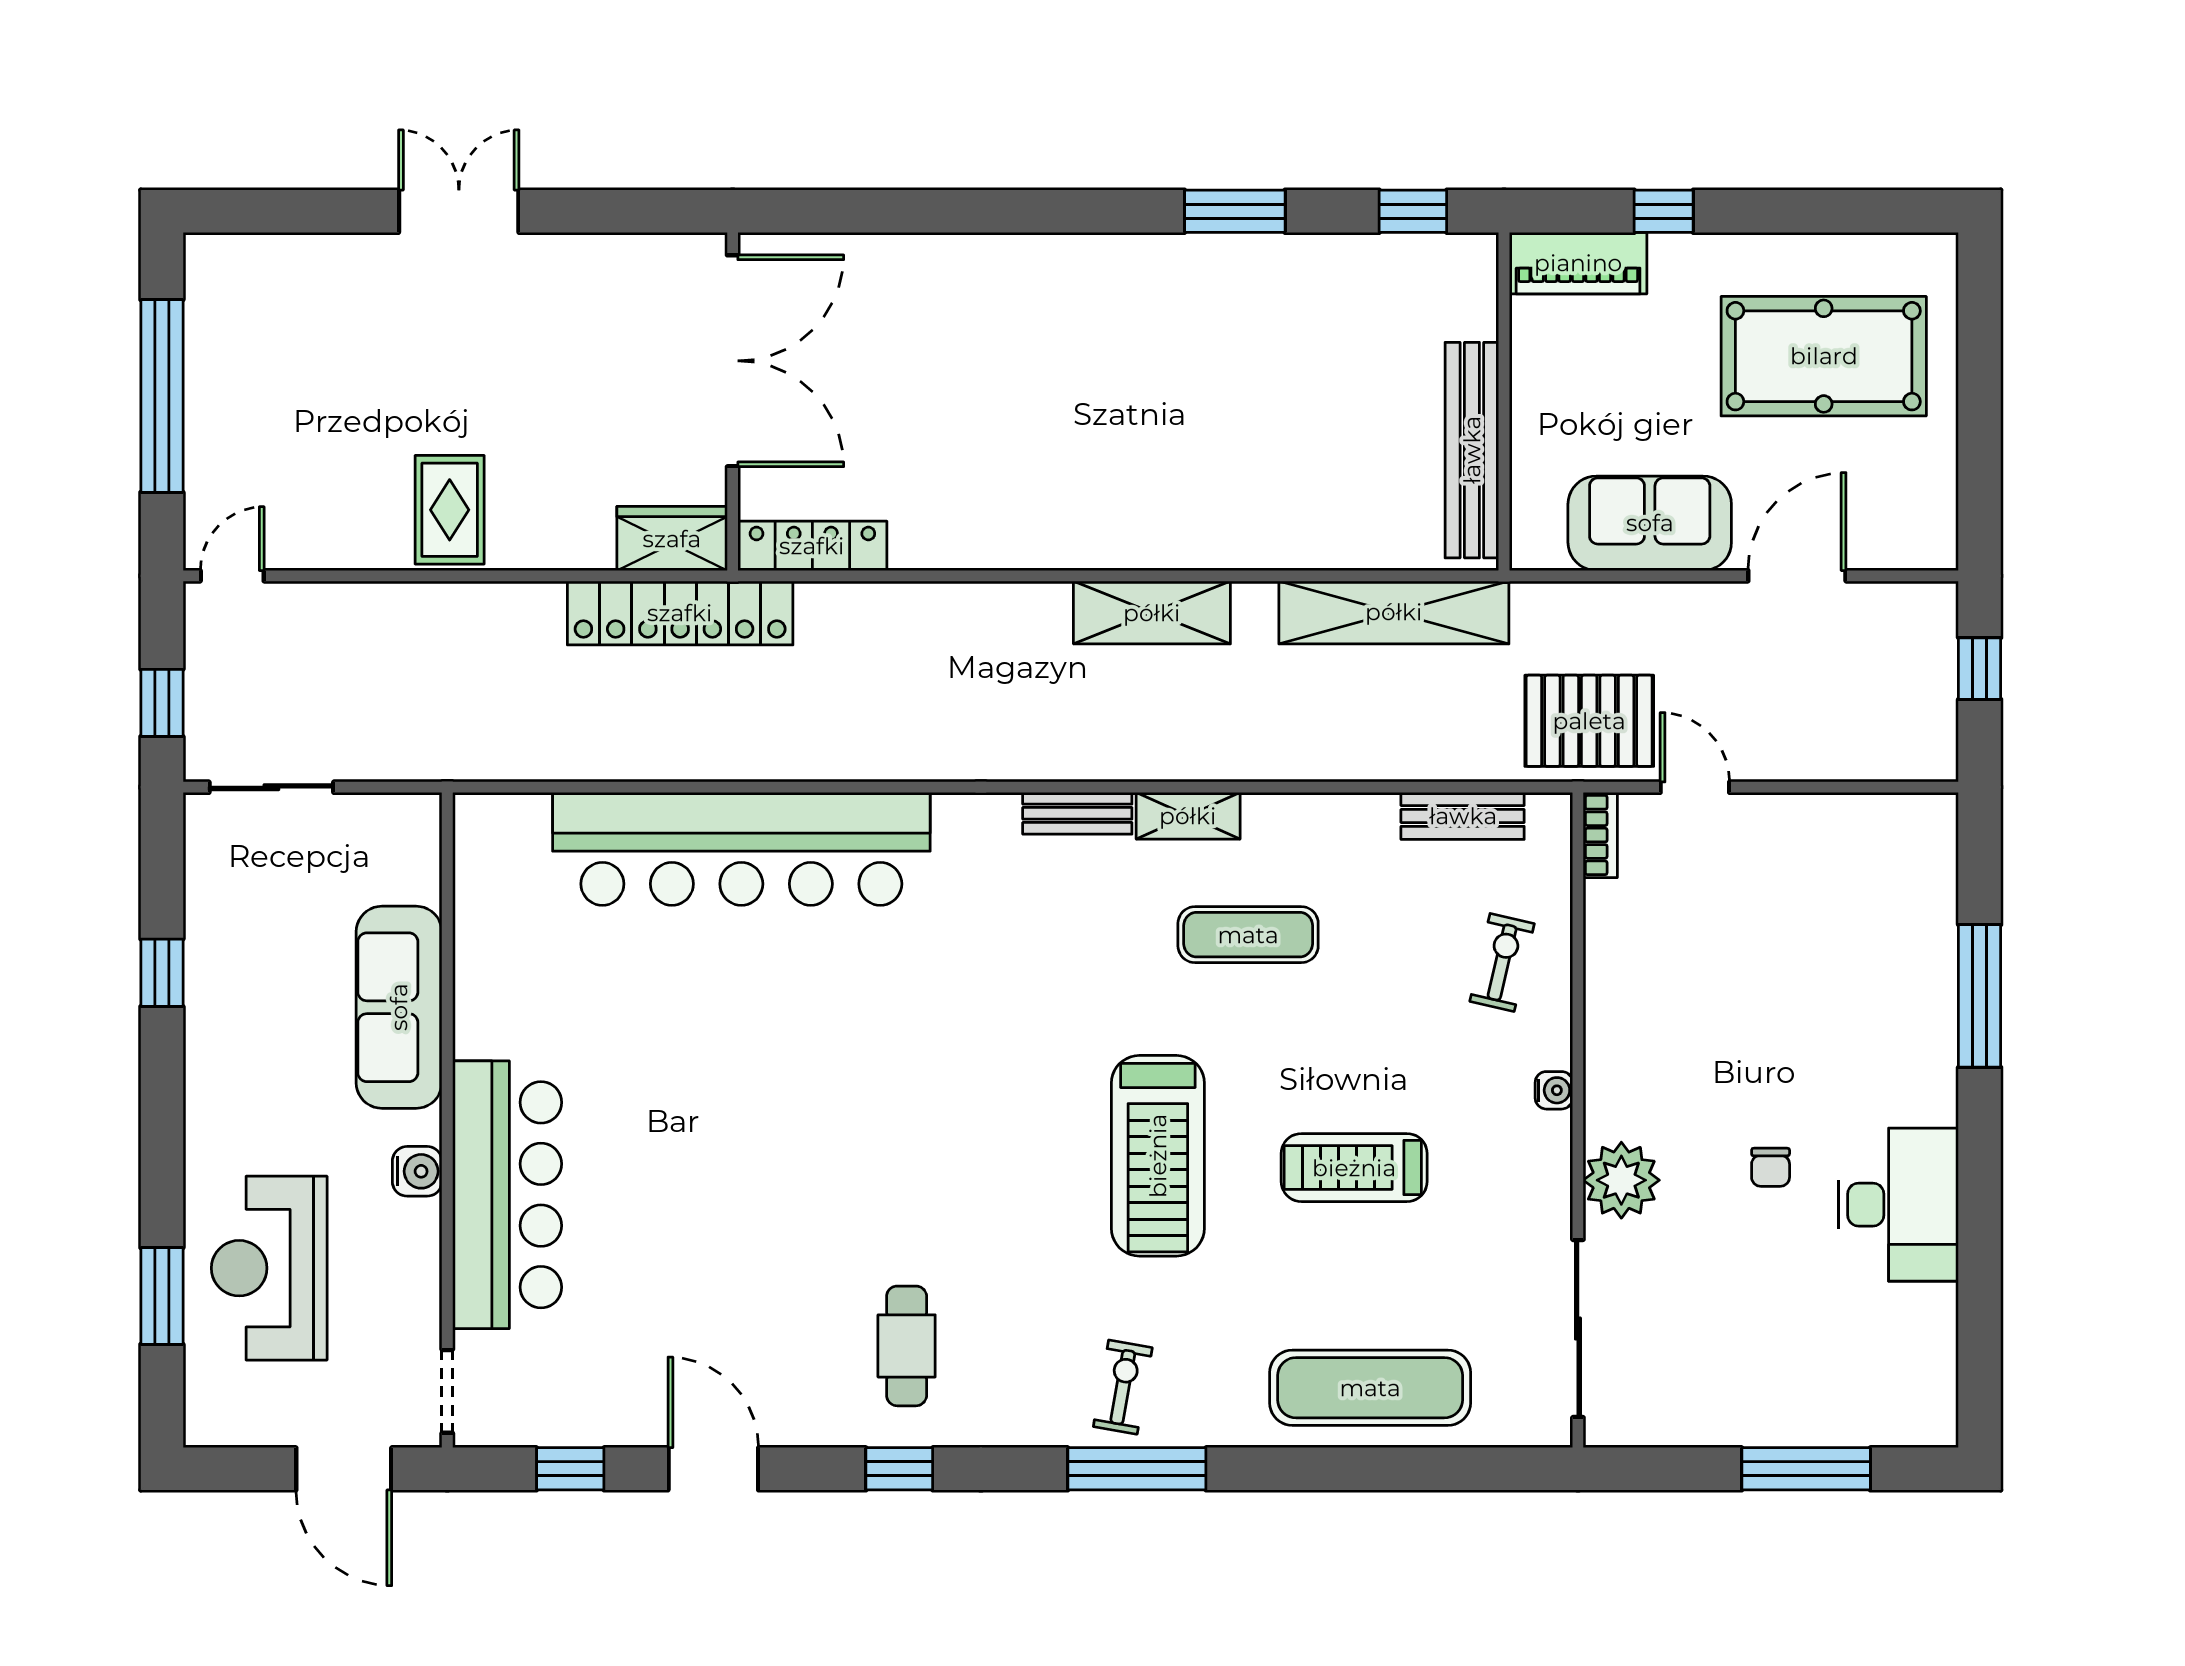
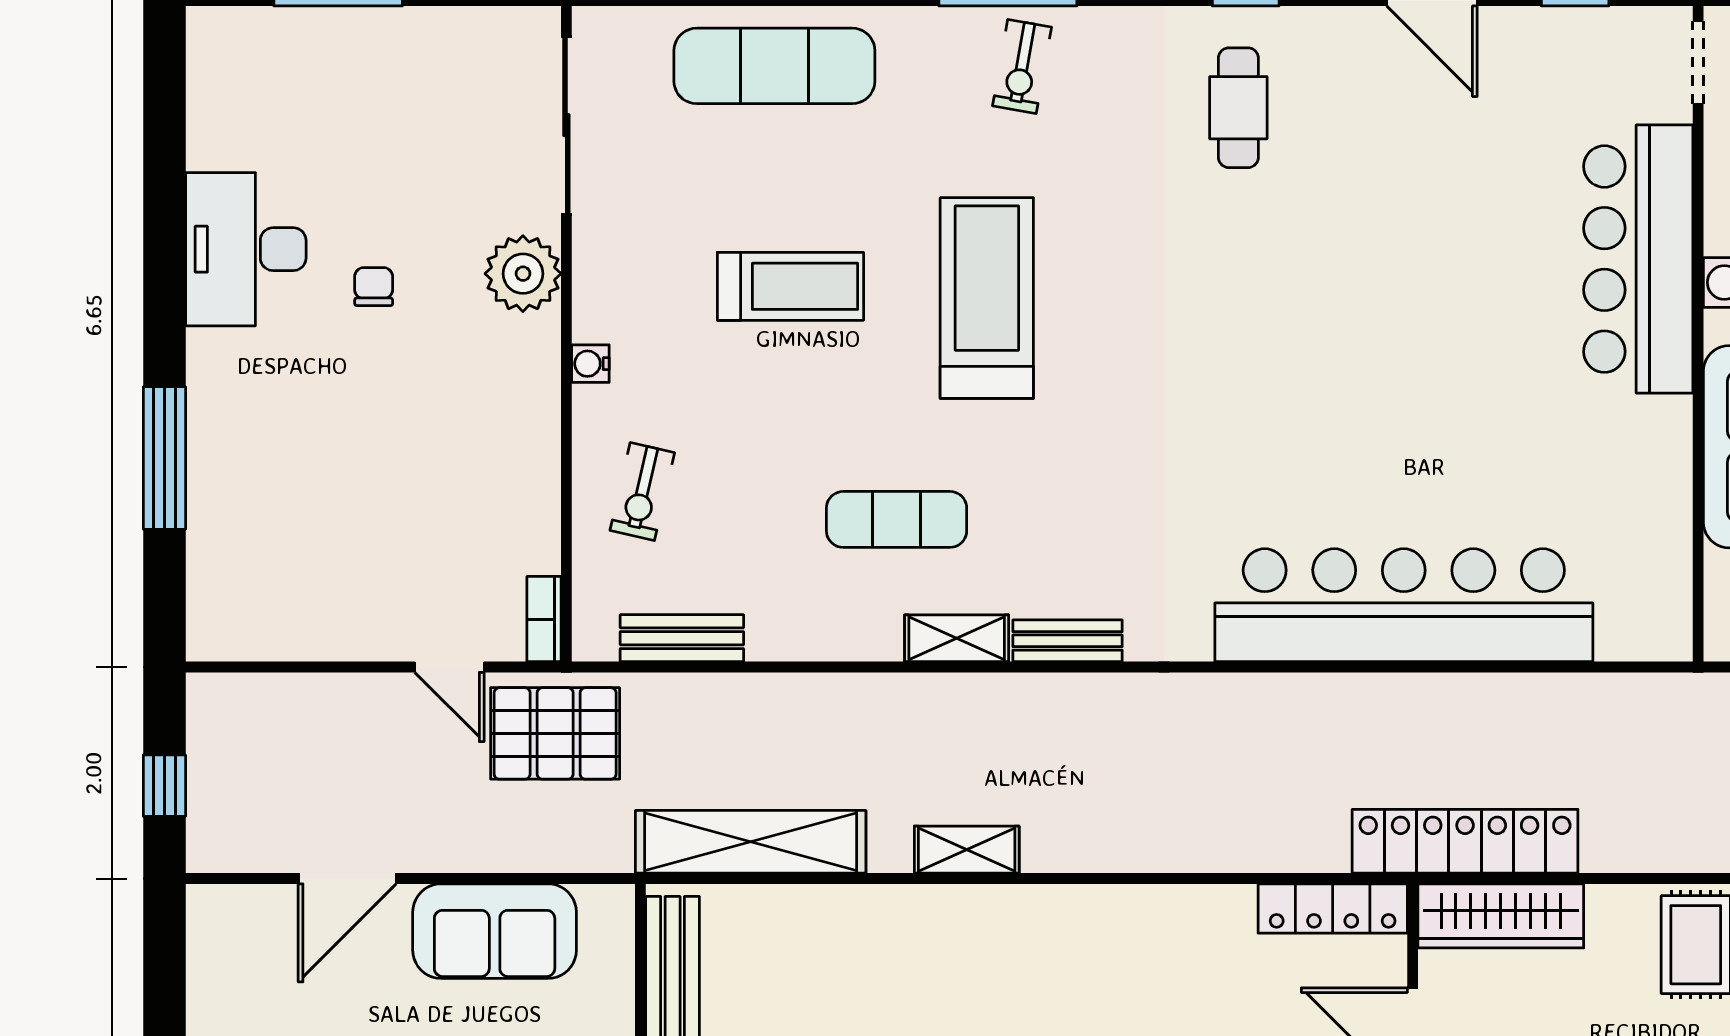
wardrobe: (672, 539) -> (1501, 916), width x1.50
shelving: (1152, 613) -> (967, 850), width x0.67, depth x0.75

